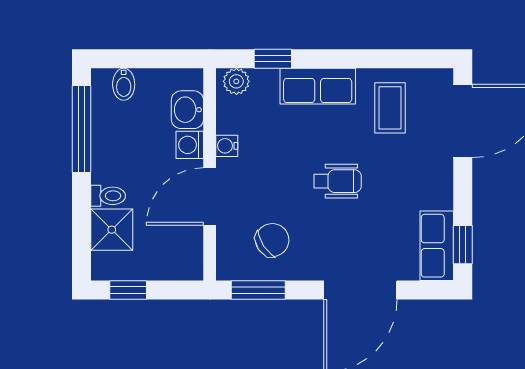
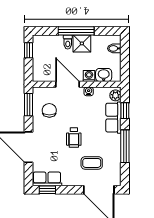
window: (358, 59) -> (125, 146), added
row of seats: (318, 86) -> (113, 118), moved
coffee table: (390, 108) -> (92, 163), moved
window: (82, 129) -> (76, 31), moved
shower: (112, 230) -> (82, 43), moved
chair: (272, 240) -> (49, 110), turned -147

